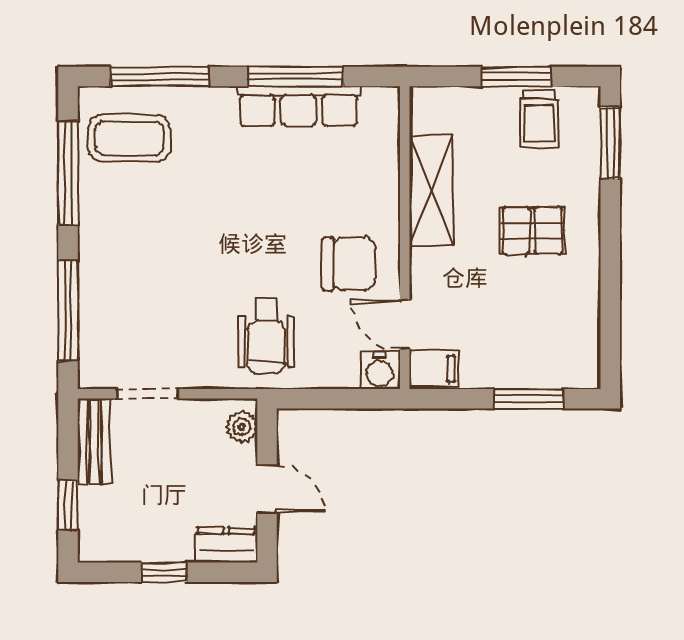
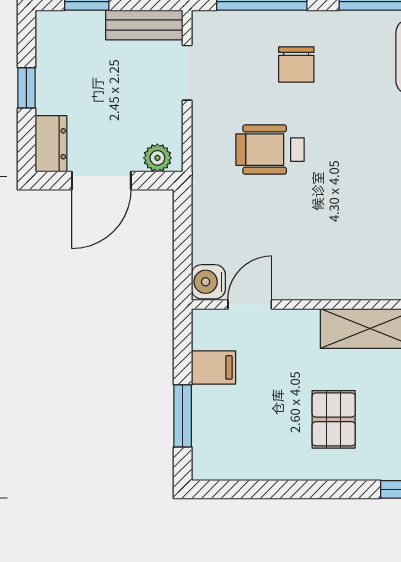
chair: (349, 264) -> (296, 64), moved, width x0.73, depth x0.73
wheelchair: (266, 336) -> (270, 150), moved
filing cabinet: (434, 369) -> (213, 367), moved, turned -90
door: (267, 489) -> (101, 181), width x1.38

